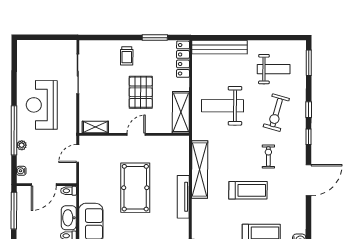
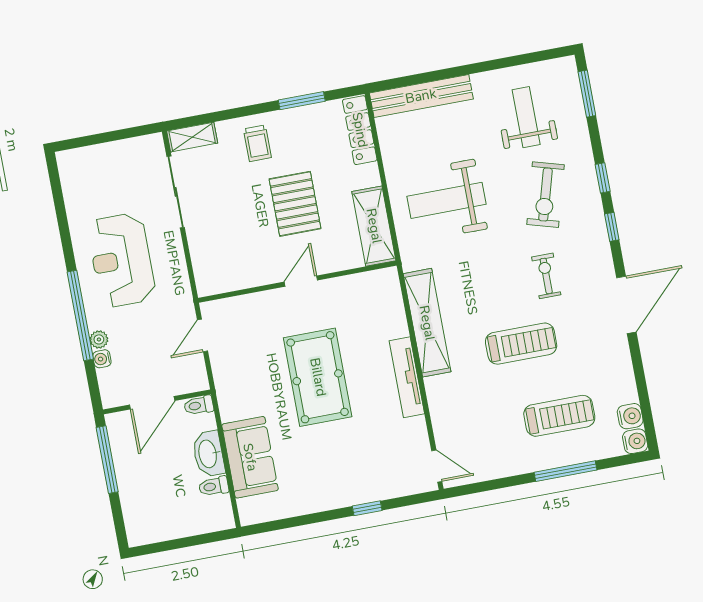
weight bench: (274, 69) -> (526, 117), turned -90
shelving: (95, 127) -> (192, 137), moved
water cooler: (21, 171) -> (102, 359), moved

